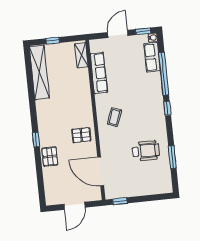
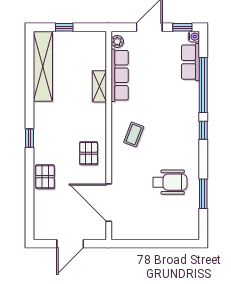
plant: (94, 47) -> (117, 41), added
shelving: (81, 55) -> (99, 86), moved
pallet: (81, 135) -> (89, 153), turned 90
window: (36, 140) -> (30, 138), moved
window: (120, 201) -> (130, 244), removed

